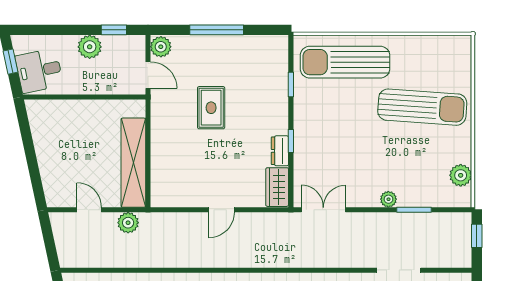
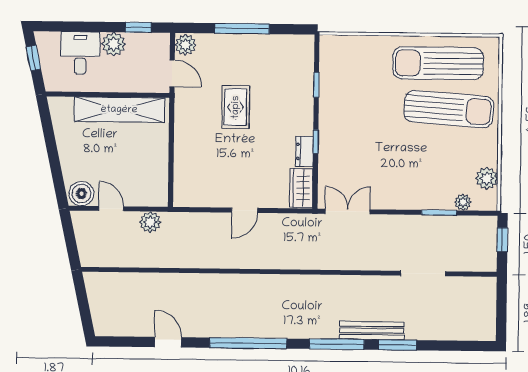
sun lounger: (345, 62) -> (438, 63), moved
desk: (39, 71) -> (80, 53), moved, turned 102
shelving: (133, 163) -> (119, 110), moved, turned 90
boiler: (60, 195) -> (81, 194), added
plant: (388, 199) -> (463, 202), moved

